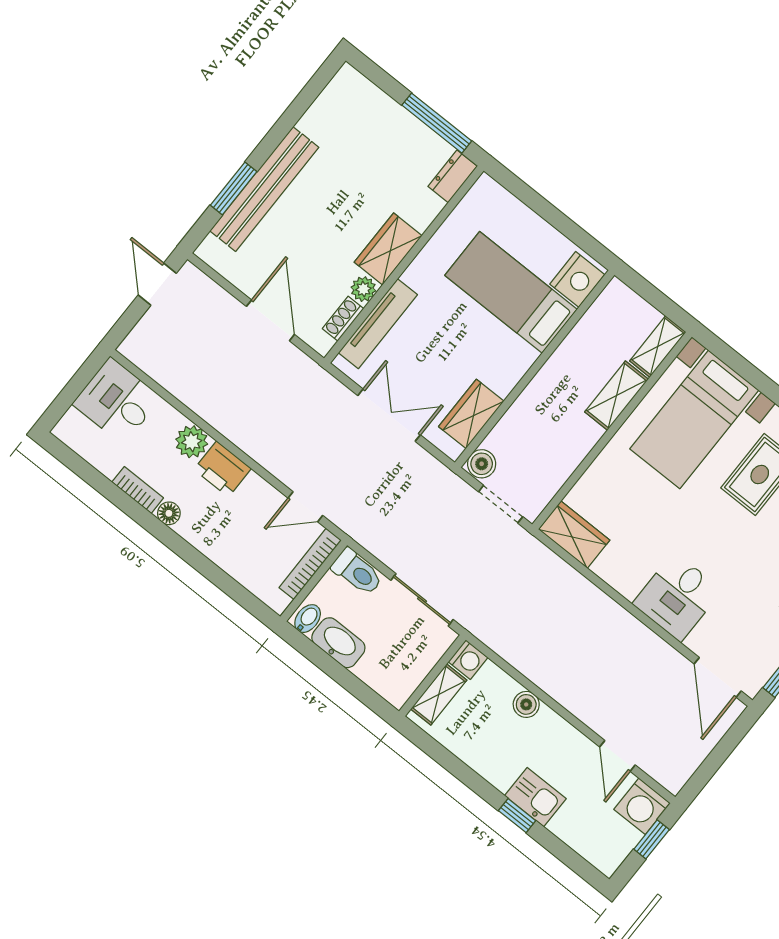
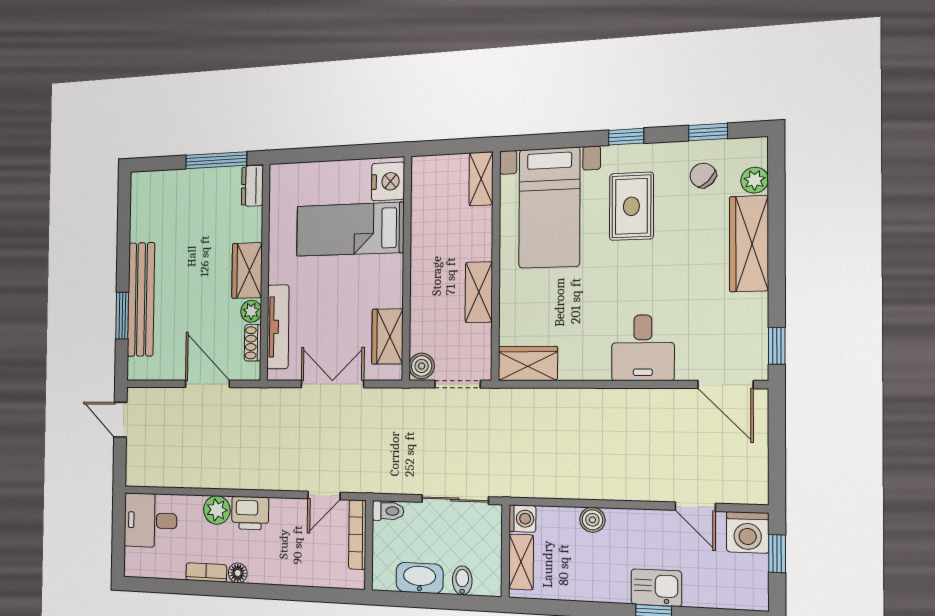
shelving: (616, 396) -> (479, 292), moved
toilet: (357, 572) -> (388, 511), width x0.73, depth x0.72
bidet: (308, 619) -> (462, 580), moved

